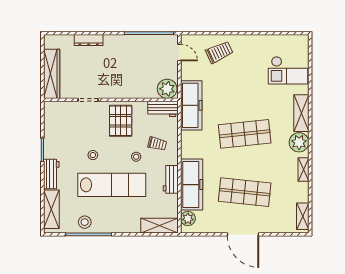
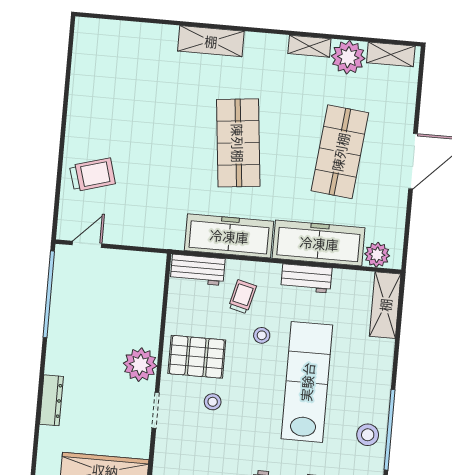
trolley: (219, 52) -> (92, 175), turned 99
checkout: (288, 70) -> (135, 58), removed
plant: (167, 89) -> (140, 365), moved
freezer: (191, 105) -> (229, 236), moved
workbench: (163, 109) -> (198, 270), moved, turned 90
plant: (299, 142) -> (348, 57), moved
stool: (93, 155) -> (213, 402), moved

